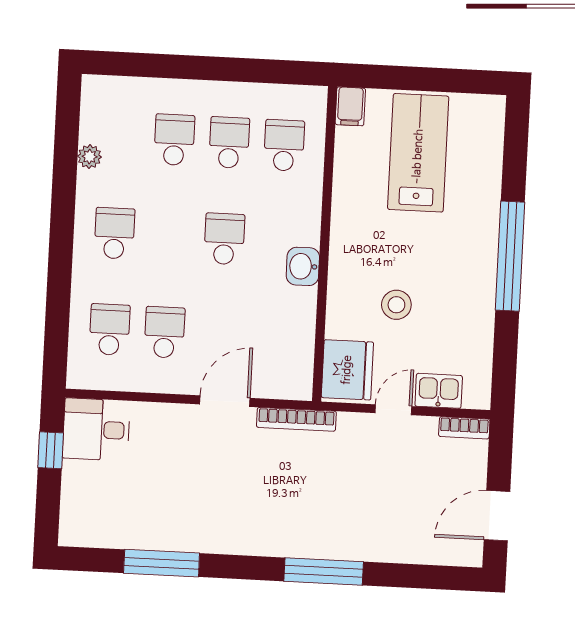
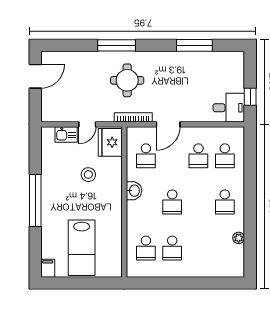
filing cabinet: (350, 106) -> (48, 268), moved
school desk: (174, 140) -> (146, 156), moved
bookcase: (464, 428) -> (53, 117), removed
round table: (305, 497) -> (127, 80), added

